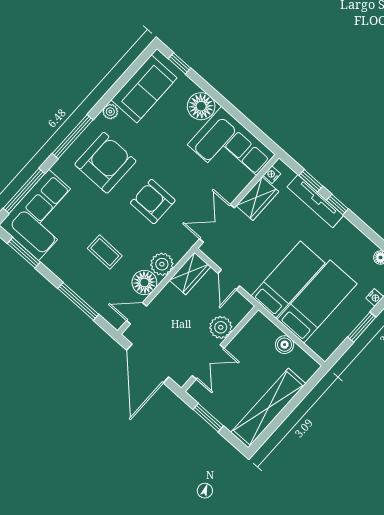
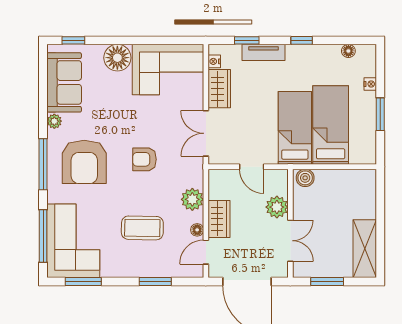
armchair: (105, 163) -> (84, 162), turned 180
tv unit: (315, 201) -> (263, 52), width x0.71
armchair: (153, 202) -> (144, 159), width x0.72, depth x0.72
window: (337, 204) -> (302, 40), moved
coffee table: (105, 252) -> (142, 228), width x1.36, depth x1.30
wardrobe: (190, 273) -> (219, 219), moved
floor lamp: (144, 282) -> (197, 230), width x0.53, depth x0.53
window: (78, 301) -> (155, 282), width x0.69
boiler: (285, 345) -> (305, 178), moved
shelving: (268, 408) -> (365, 249), width x0.68

